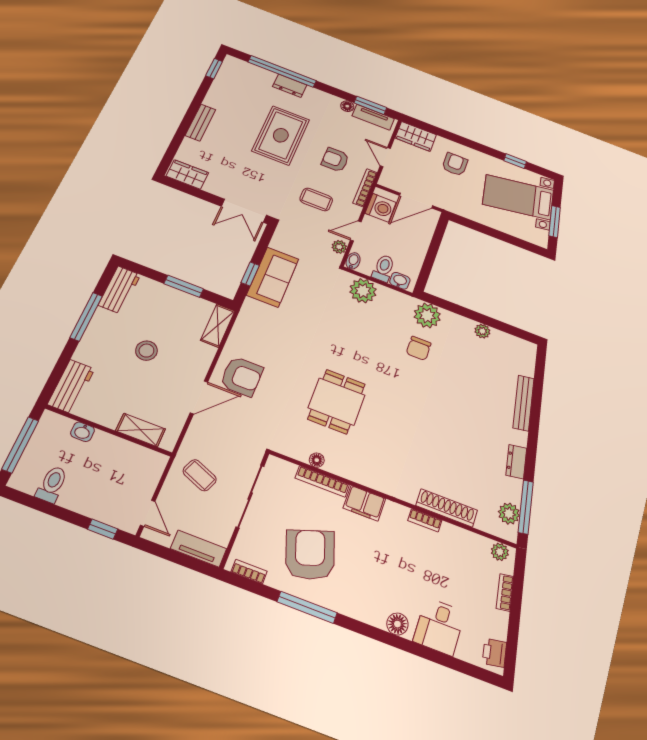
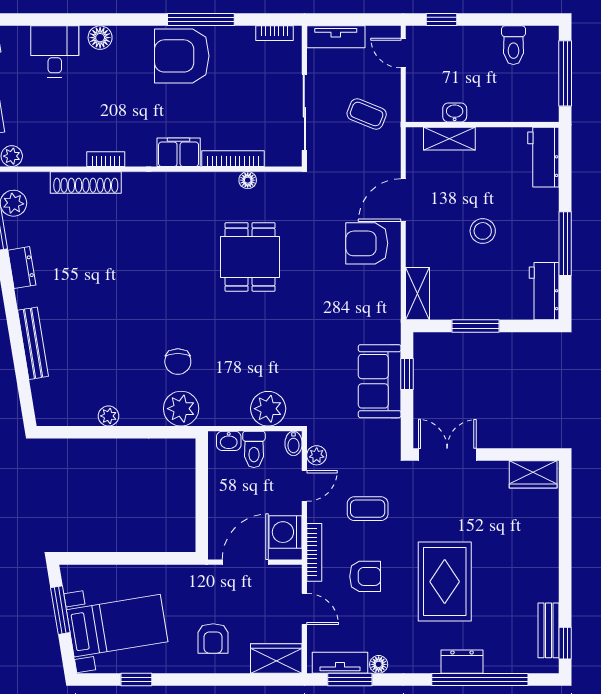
bench: (200, 123) -> (548, 630), moved
chair: (419, 348) -> (178, 362), turned 180
washbasin: (82, 432) -> (455, 112), moved
armchair: (310, 555) -> (182, 56), moved, turned 109

